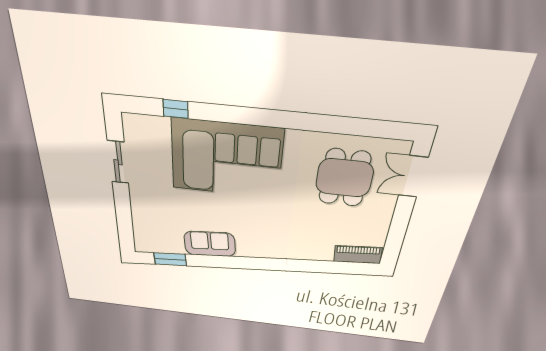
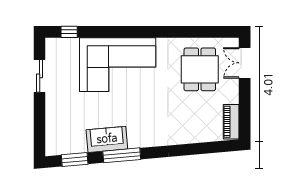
window: (176, 109) -> (69, 32), moved
piano: (358, 255) -> (231, 122), moved, turned -85
window: (228, 262) -> (122, 155), added

